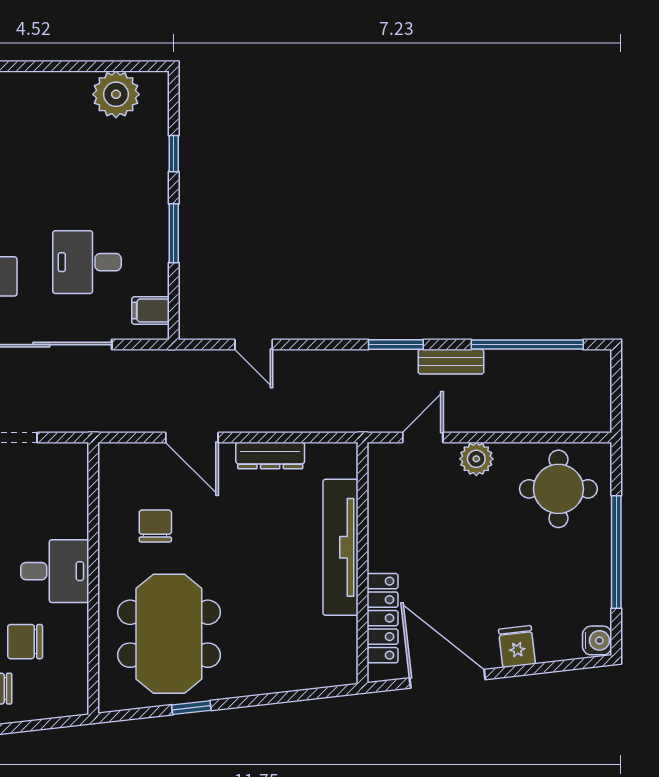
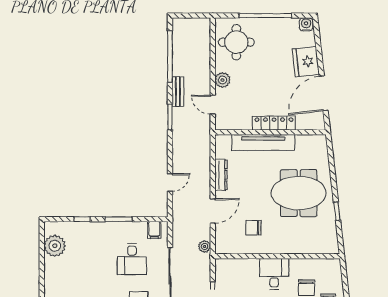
plant: (114, 420) -> (204, 247), added
locker: (382, 618) -> (274, 123), moved
meeting table: (169, 634) -> (299, 193), moved
fridge: (517, 647) -> (306, 62), width x1.88, depth x1.34

